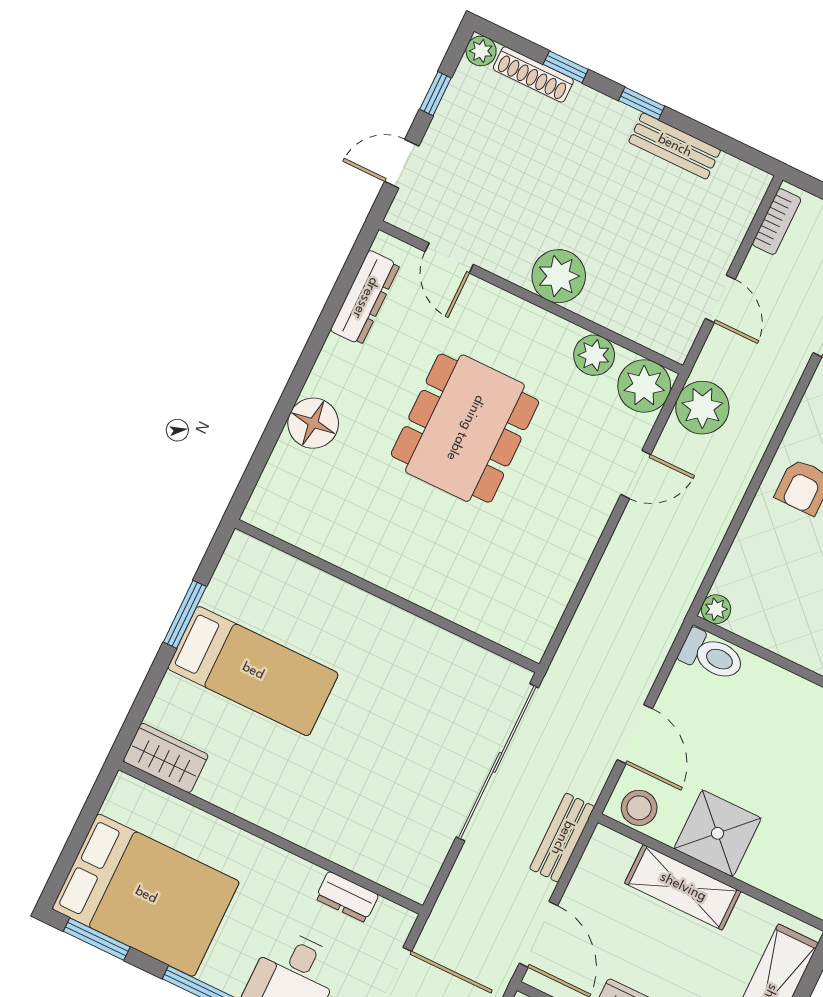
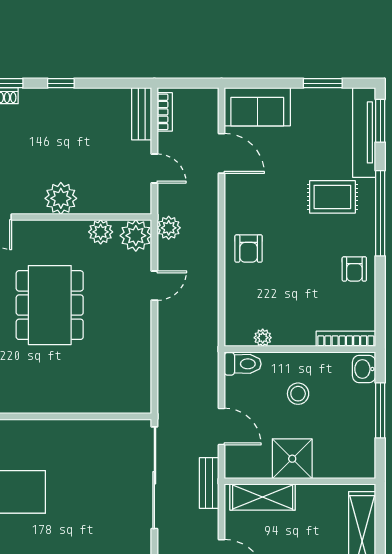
bench: (675, 146) -> (142, 114), moved, turned 90
plant: (702, 408) -> (169, 228), width x0.73, depth x0.73
plant: (716, 609) -> (263, 338), moved
stool: (639, 808) -> (298, 394), moved
bench: (562, 838) -> (209, 483), moved
shelving: (683, 887) -> (263, 497), moved

